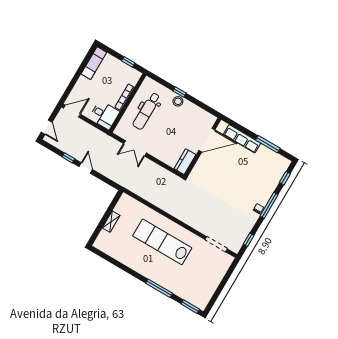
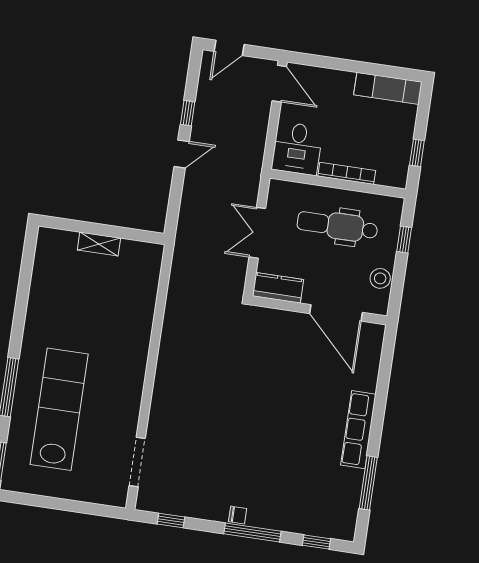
window: (179, 92) -> (404, 240), moved
door: (207, 140) -> (336, 313), moved
wall: (203, 147) -> (319, 310), moved
kitchen counter: (185, 162) -> (278, 288), moved
lab bench: (162, 242) -> (59, 409), moved

